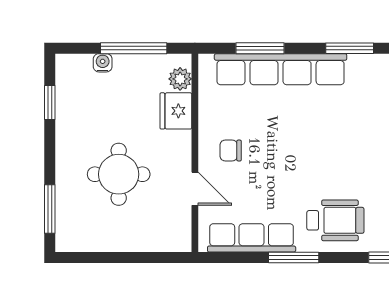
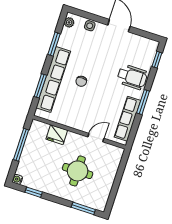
water cooler: (103, 63) -> (17, 179), moved
plant: (180, 79) -> (43, 128), removed
chair: (231, 151) -> (81, 81), moved
wheelchair: (335, 220) -> (132, 77), turned 90

